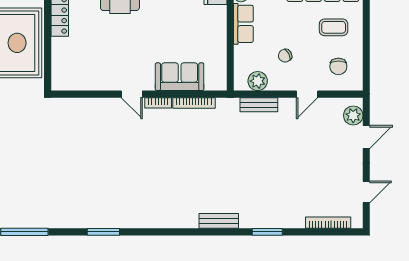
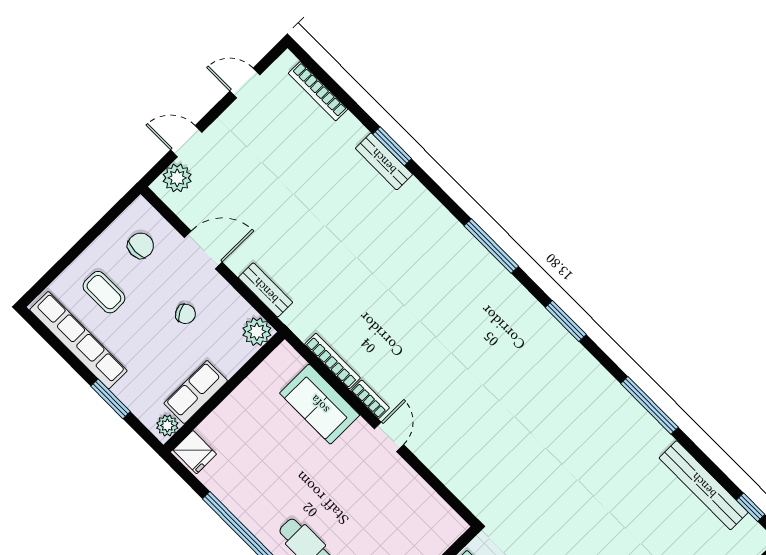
plant: (258, 81) -> (257, 332), moved
door: (307, 94) -> (203, 250), width x1.38
bench: (219, 221) -> (384, 161), moved
window: (174, 232) -> (491, 246), added

